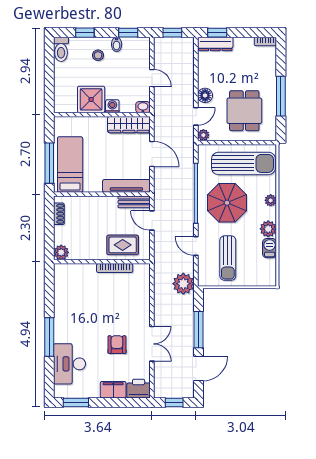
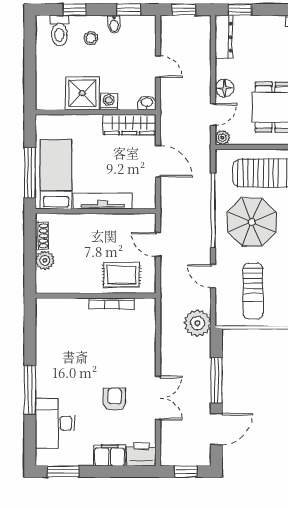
dresser: (215, 44) -> (224, 37), moved, turned -90
toilet: (61, 49) -> (59, 31), moved
tv unit: (126, 186) -> (103, 201), moved
bench: (134, 202) -> (136, 221), removed
plant: (61, 252) -> (45, 260), moved

